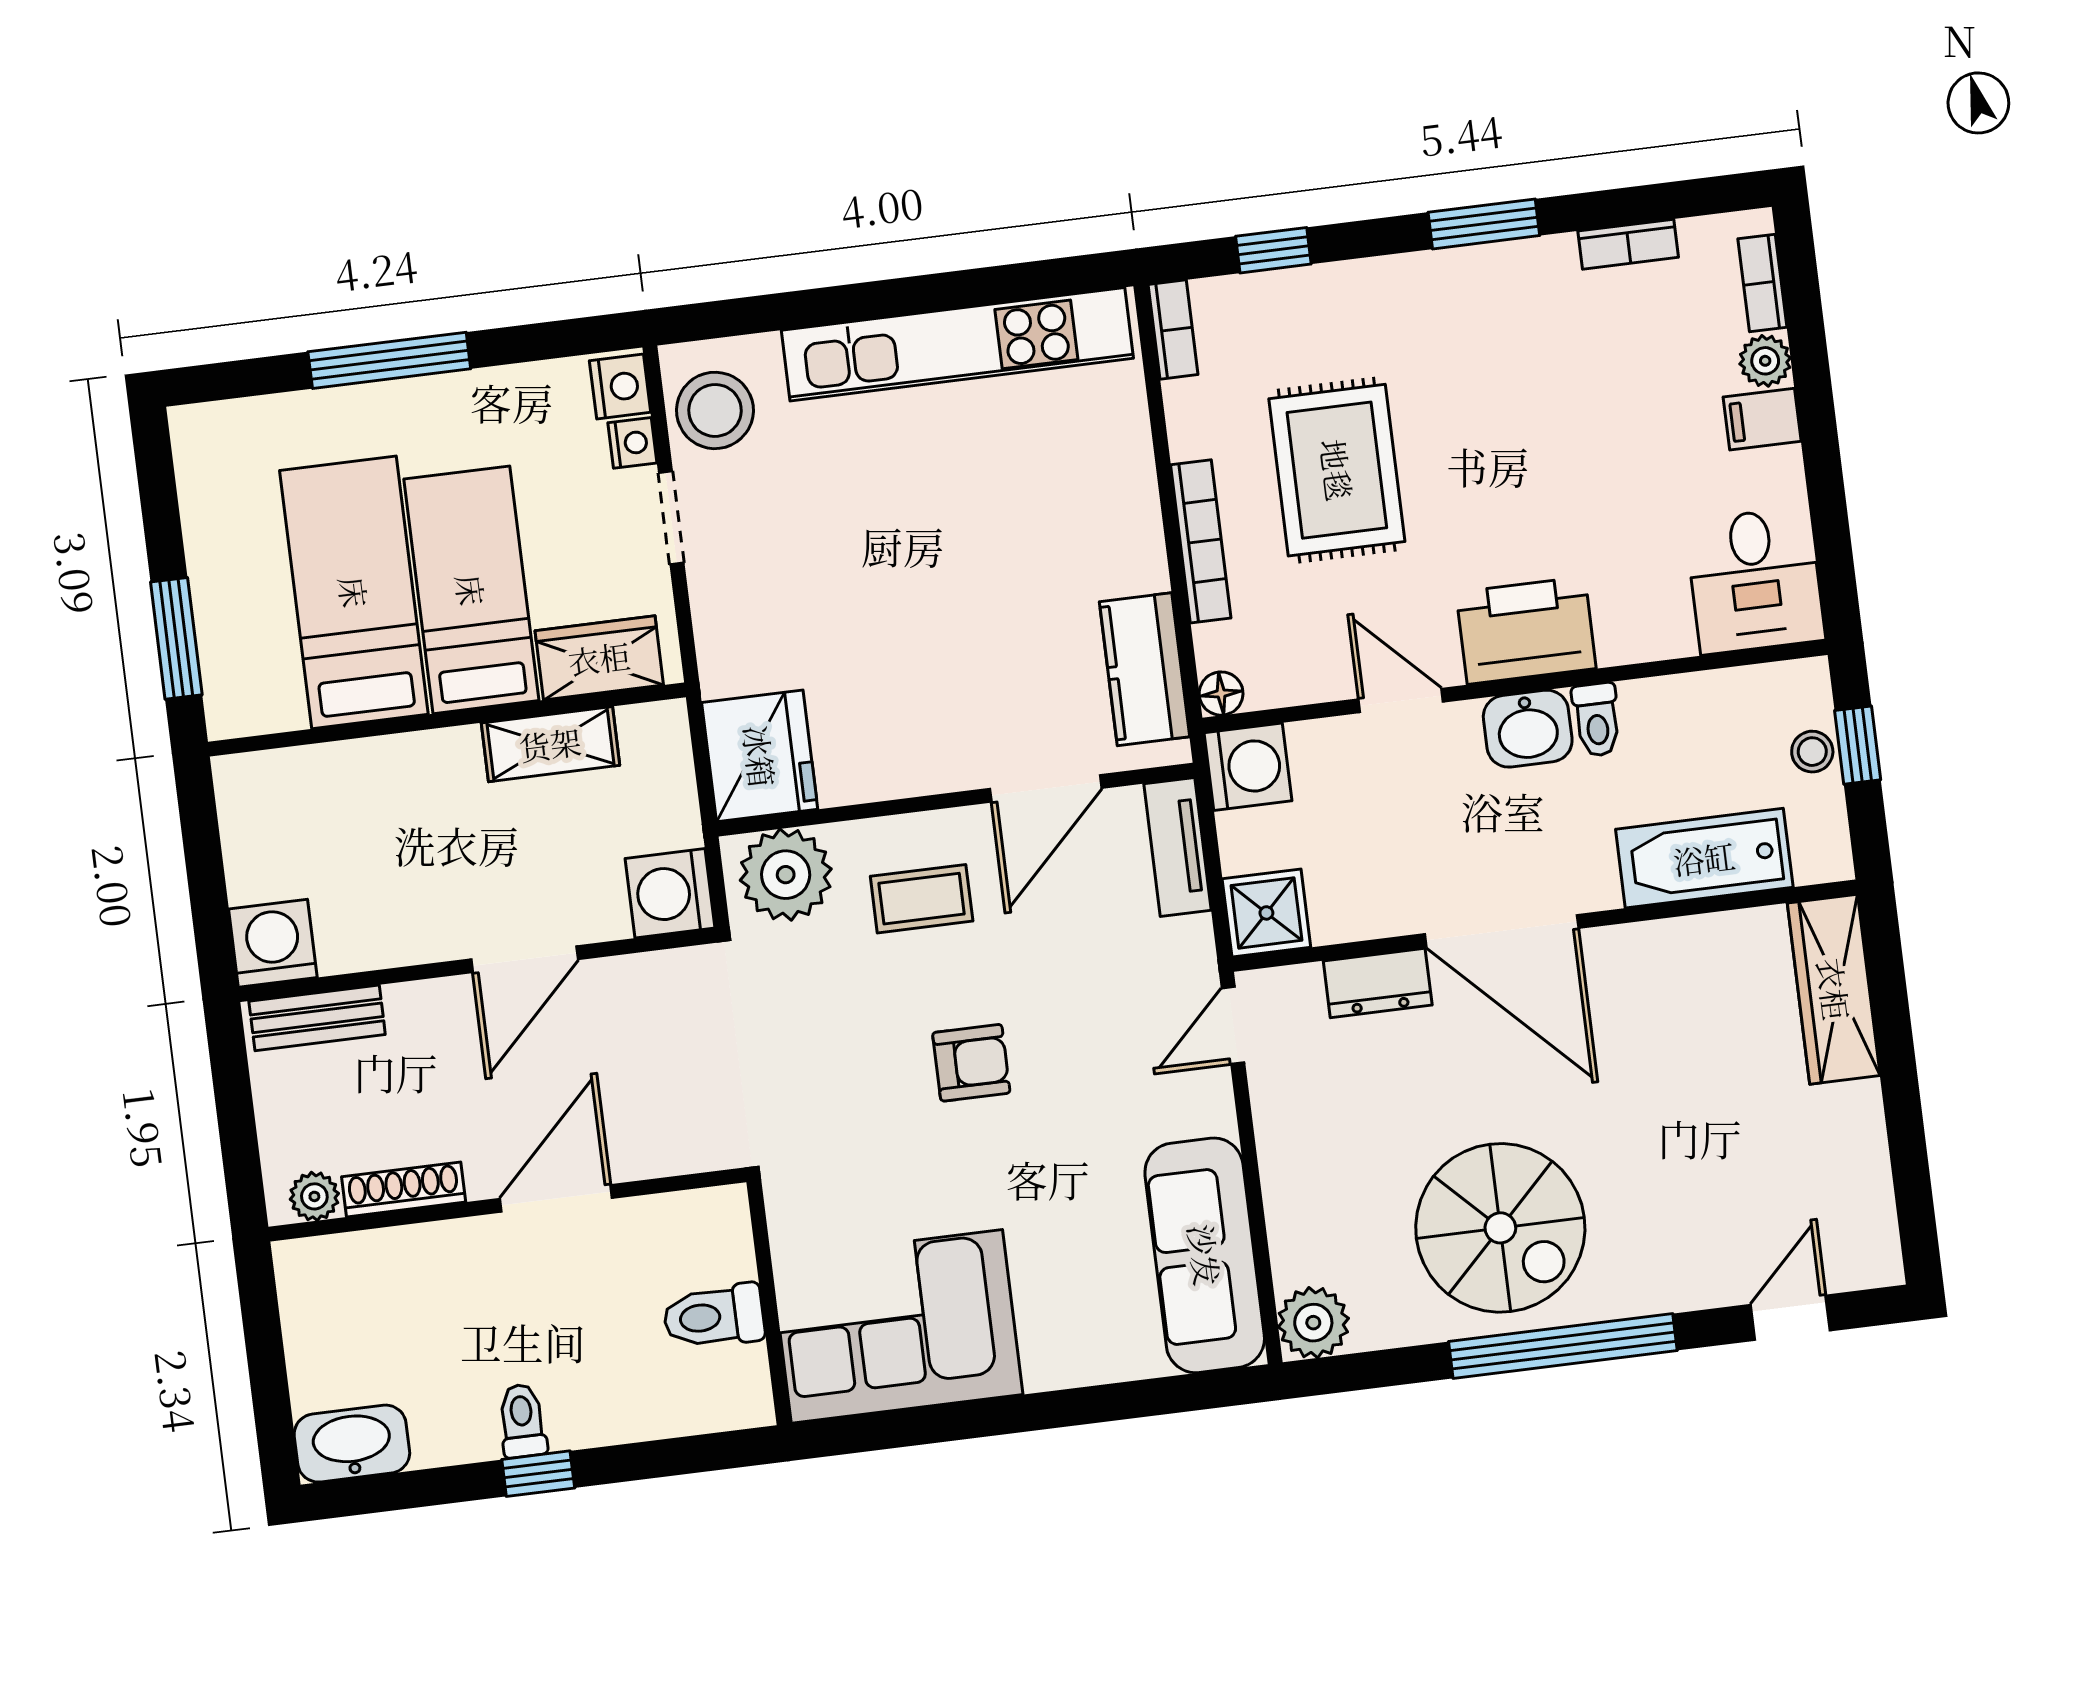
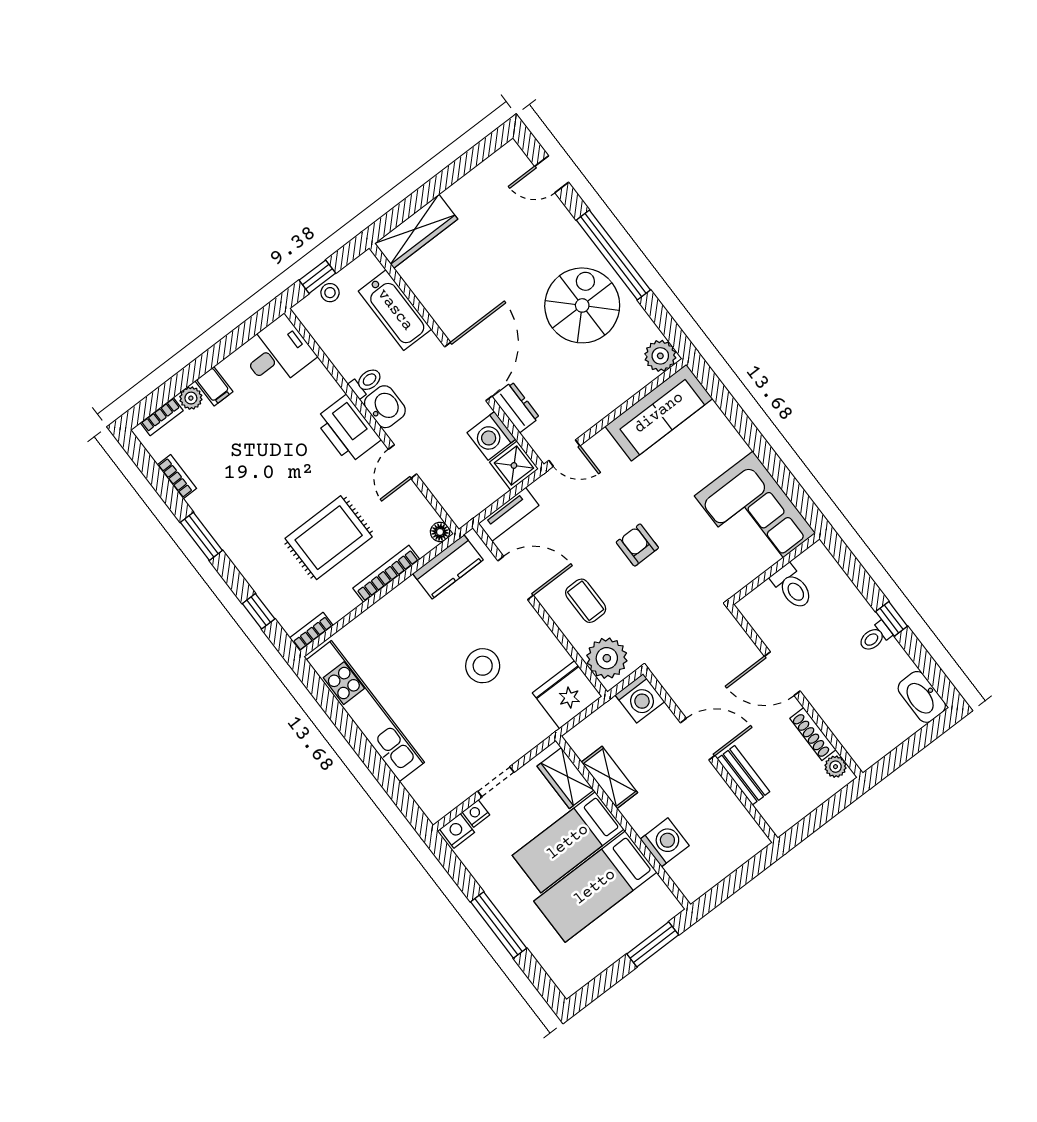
stool: (715, 410) -> (483, 666), moved
washing machine: (1248, 767) -> (491, 436), moved, turned -90
washing machine: (273, 943) -> (665, 842), moved, turned 180
bench: (317, 1018) -> (743, 775), moved

